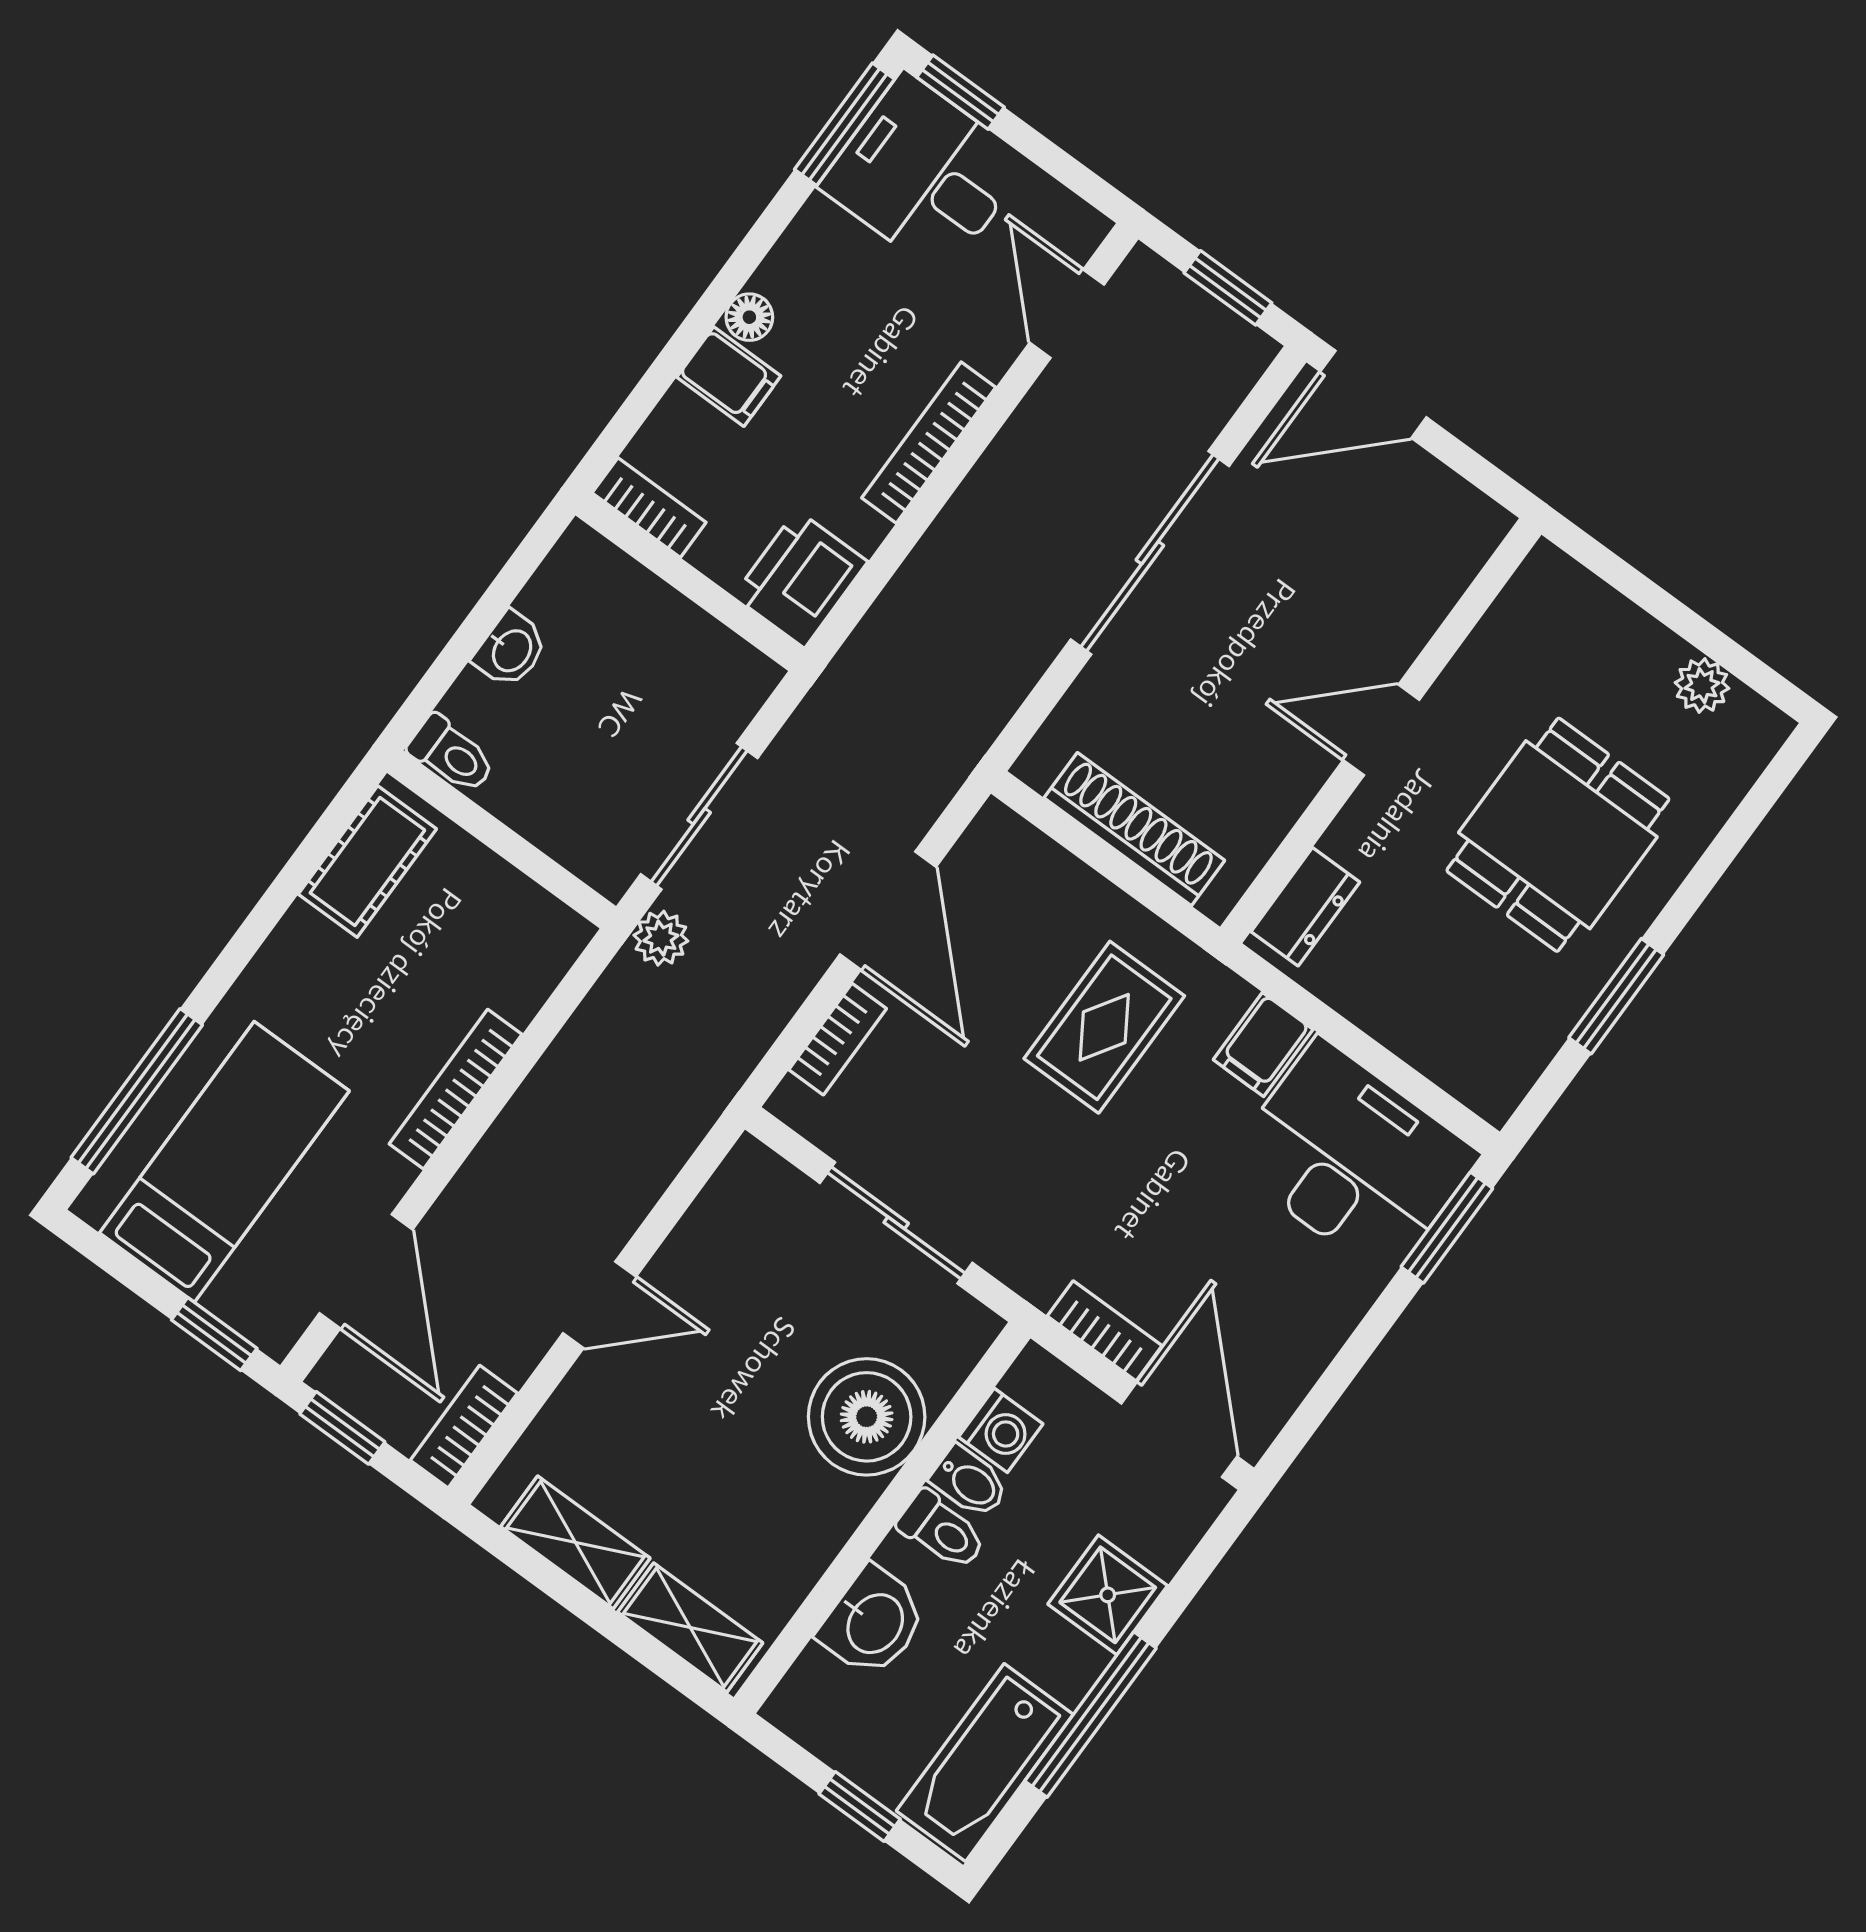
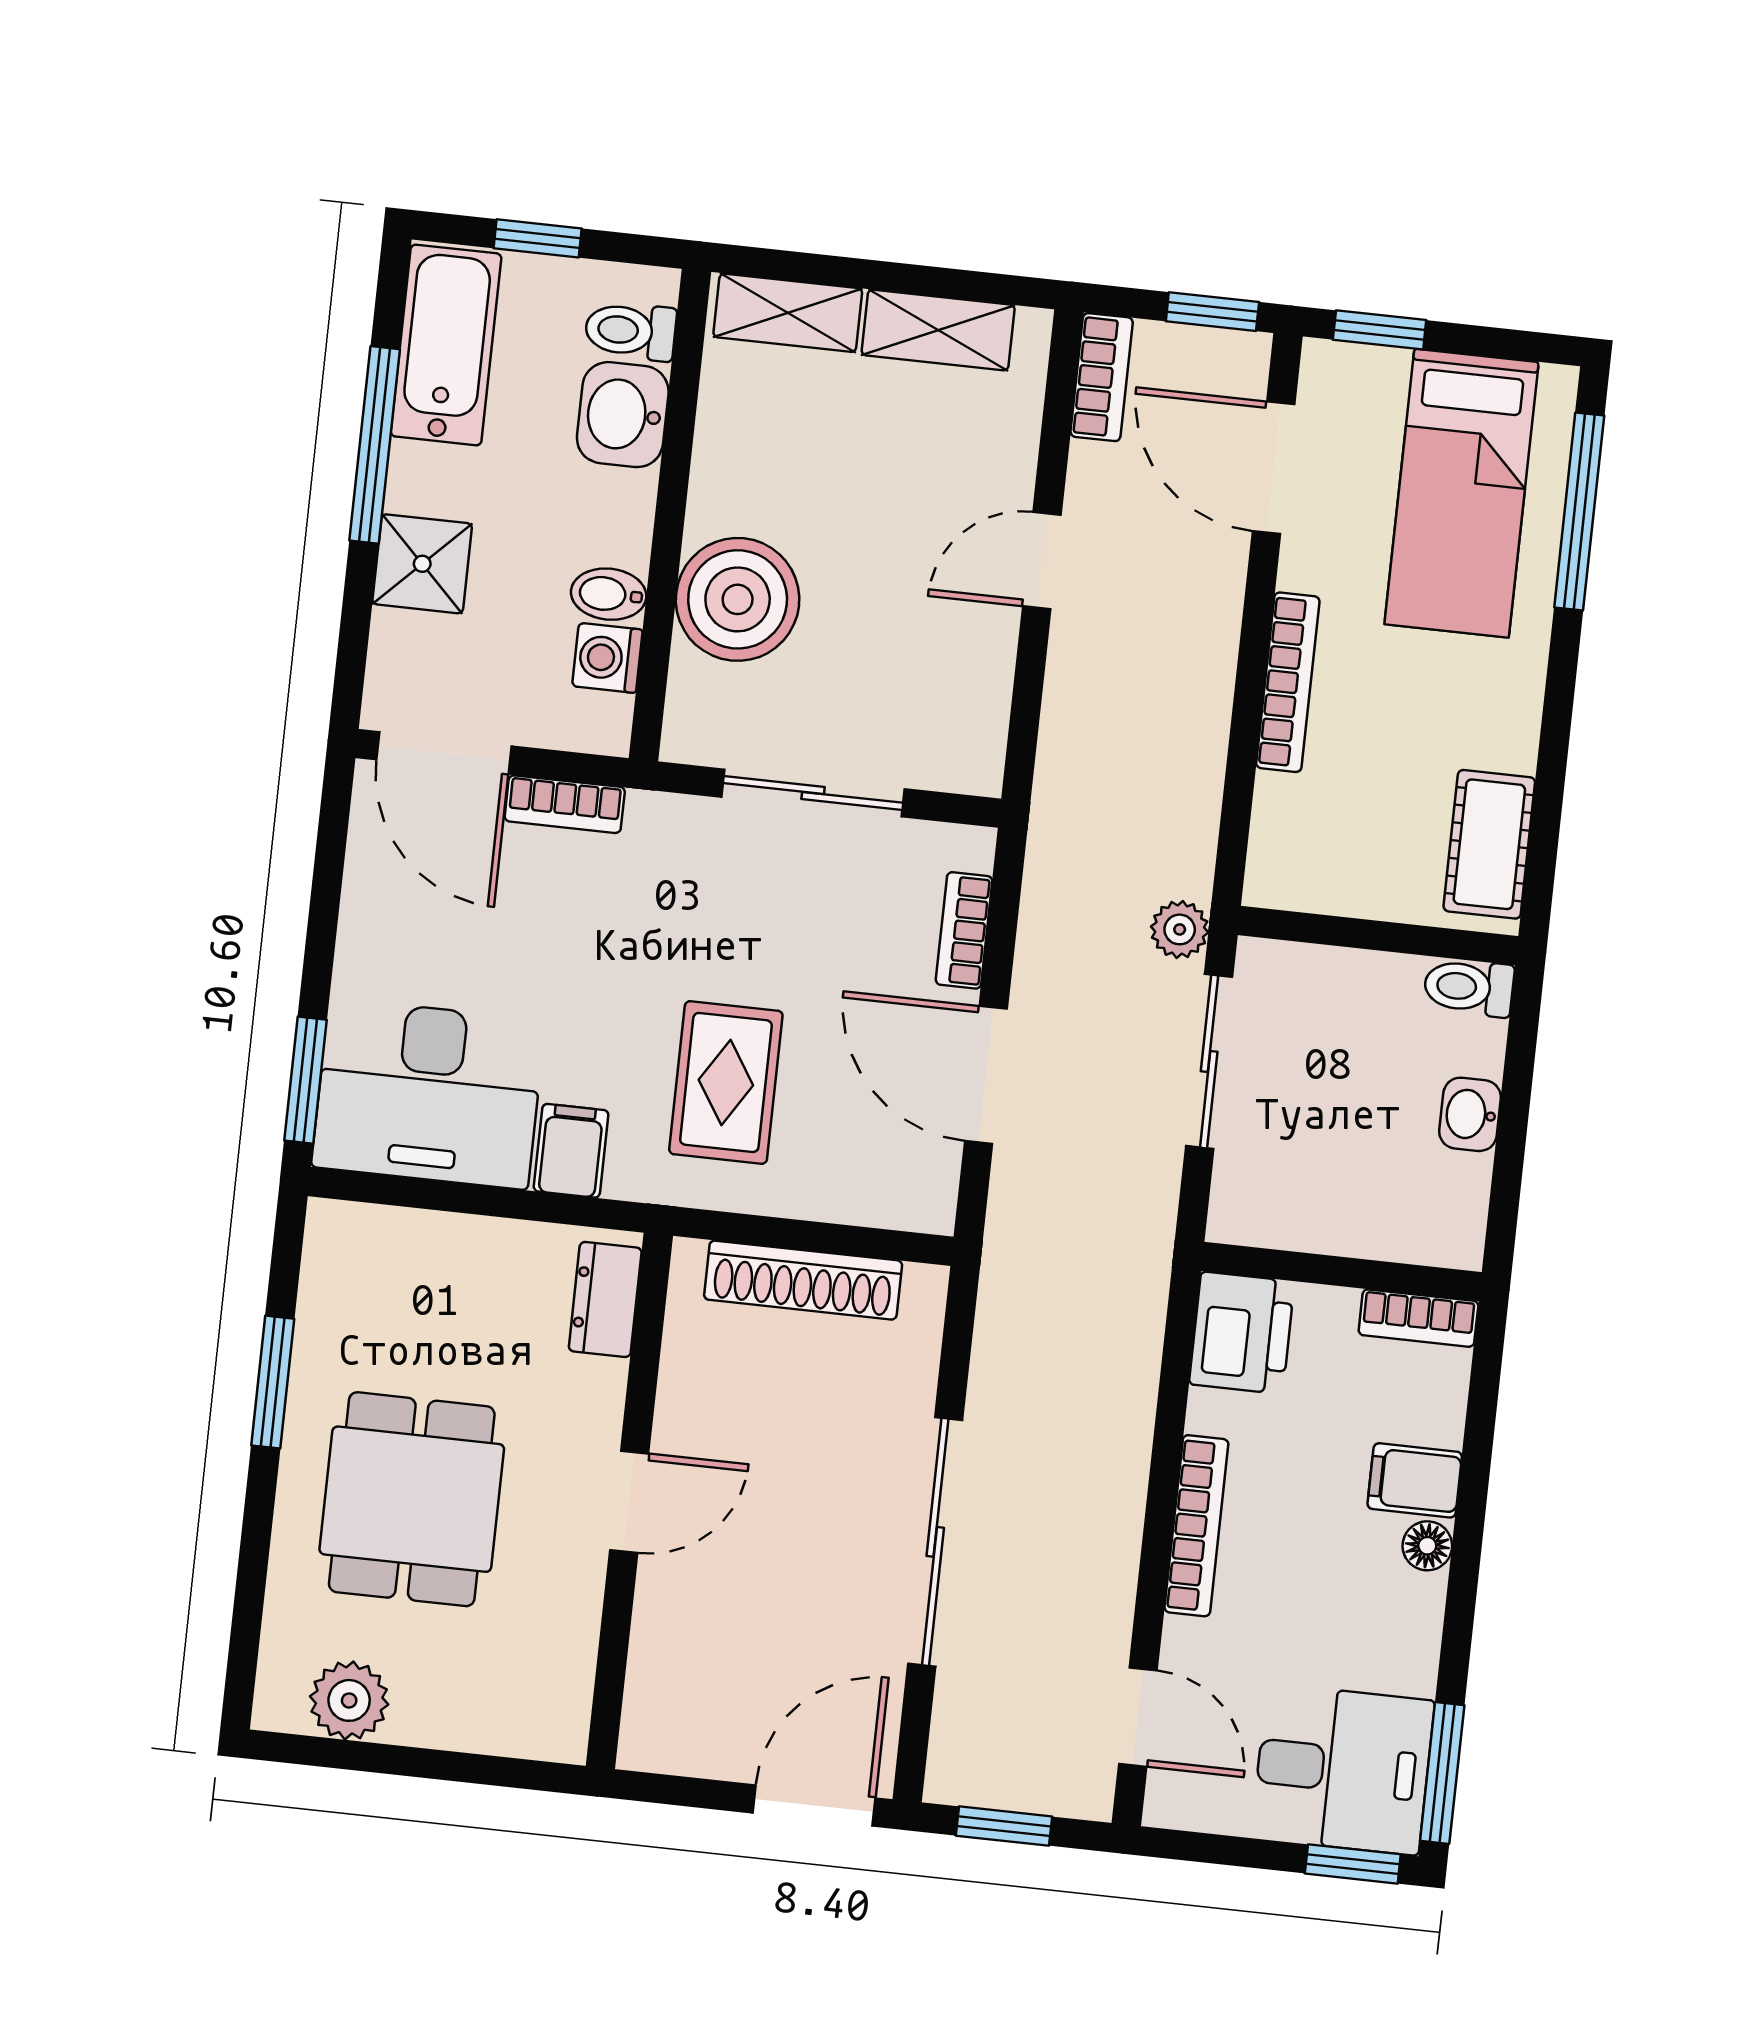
plant: (1702, 686) -> (349, 1700), width x1.38, depth x1.38
toilet: (942, 1531) -> (630, 331), moved

